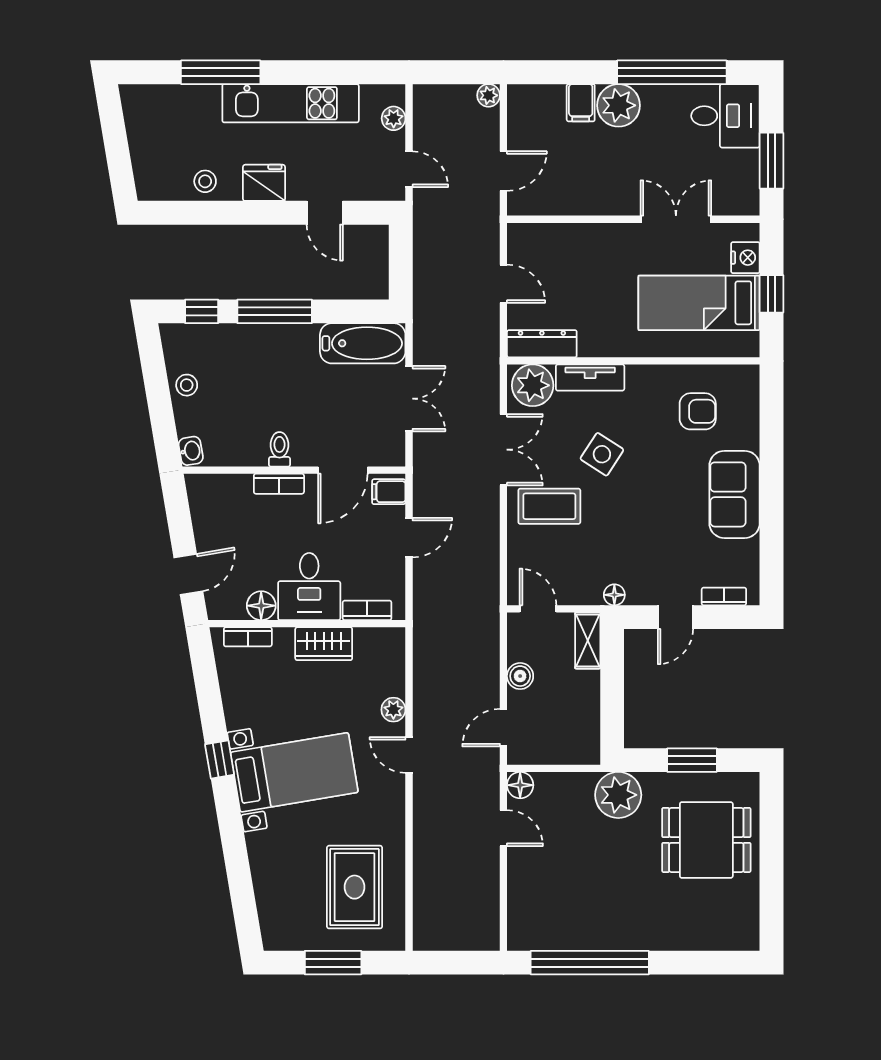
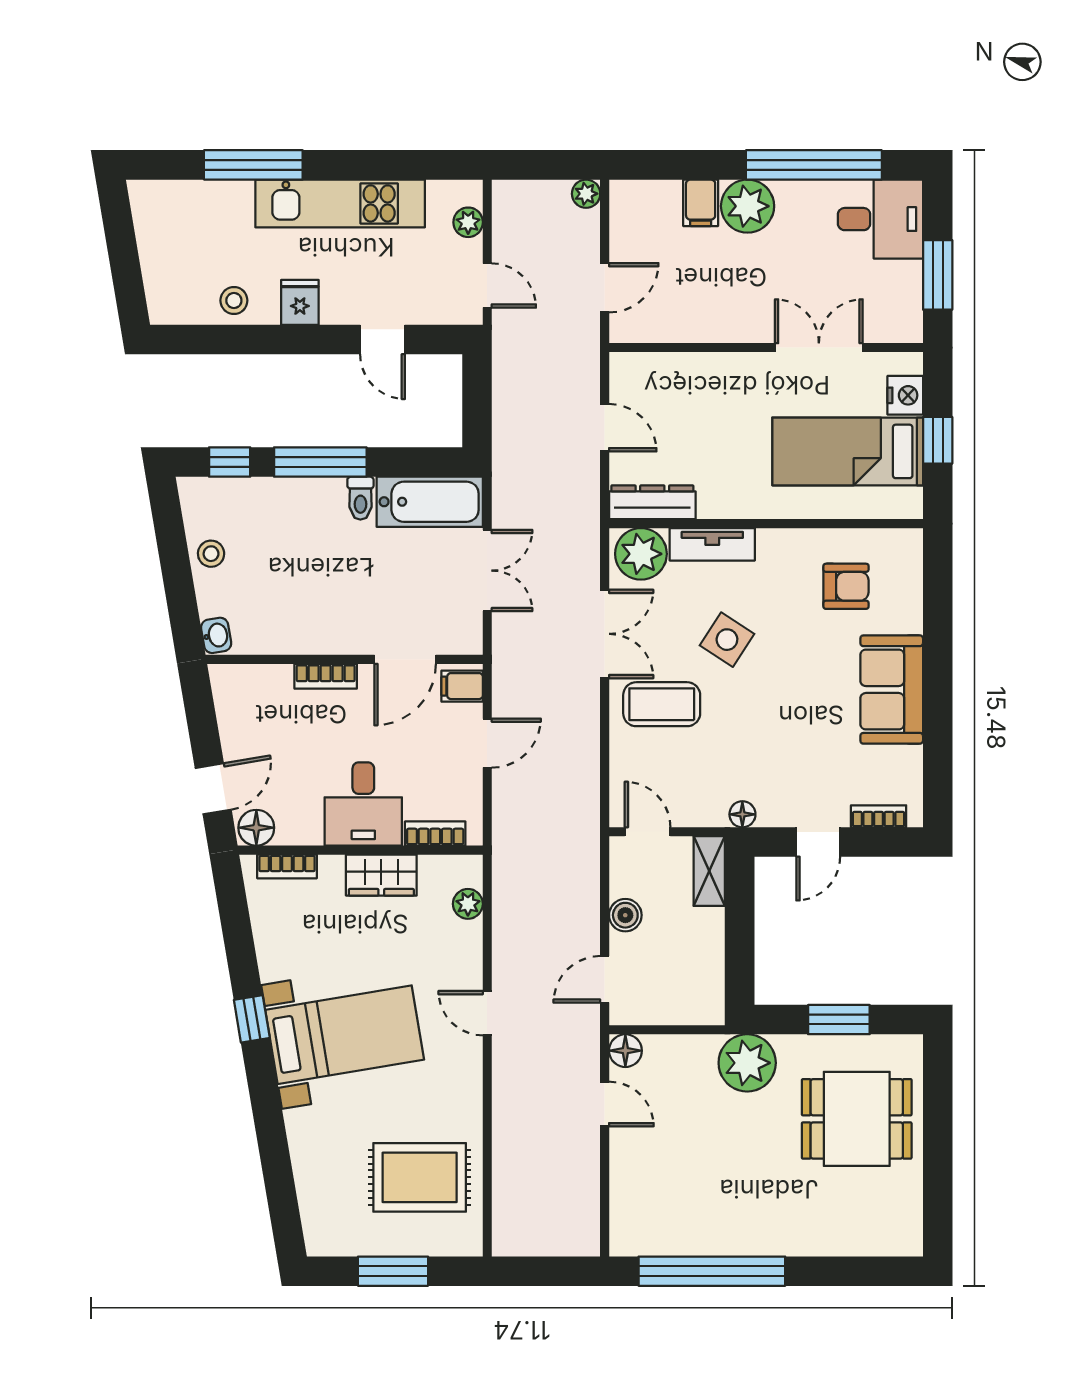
fridge: (264, 183) -> (300, 302), width x0.72
toilet: (279, 449) -> (360, 498), moved, turned 180
floor lamp: (261, 606) -> (256, 828), moved
plant: (393, 710) -> (468, 904), moved
rug: (355, 887) -> (420, 1177), turned 90

